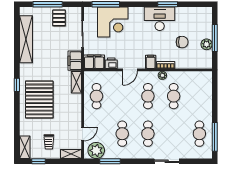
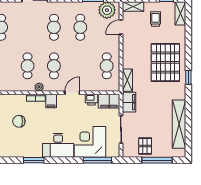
desk: (160, 19) -> (58, 145), moved

